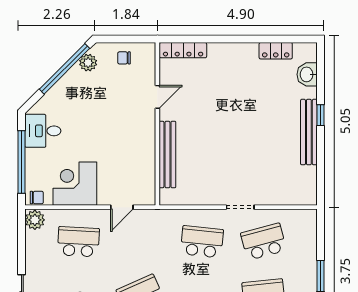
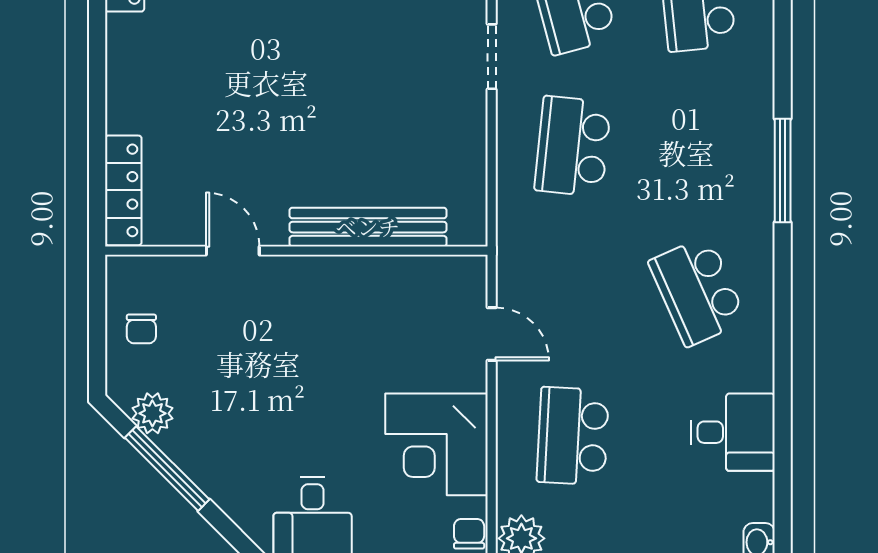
window: (65, 69) -> (167, 469), width x0.68

